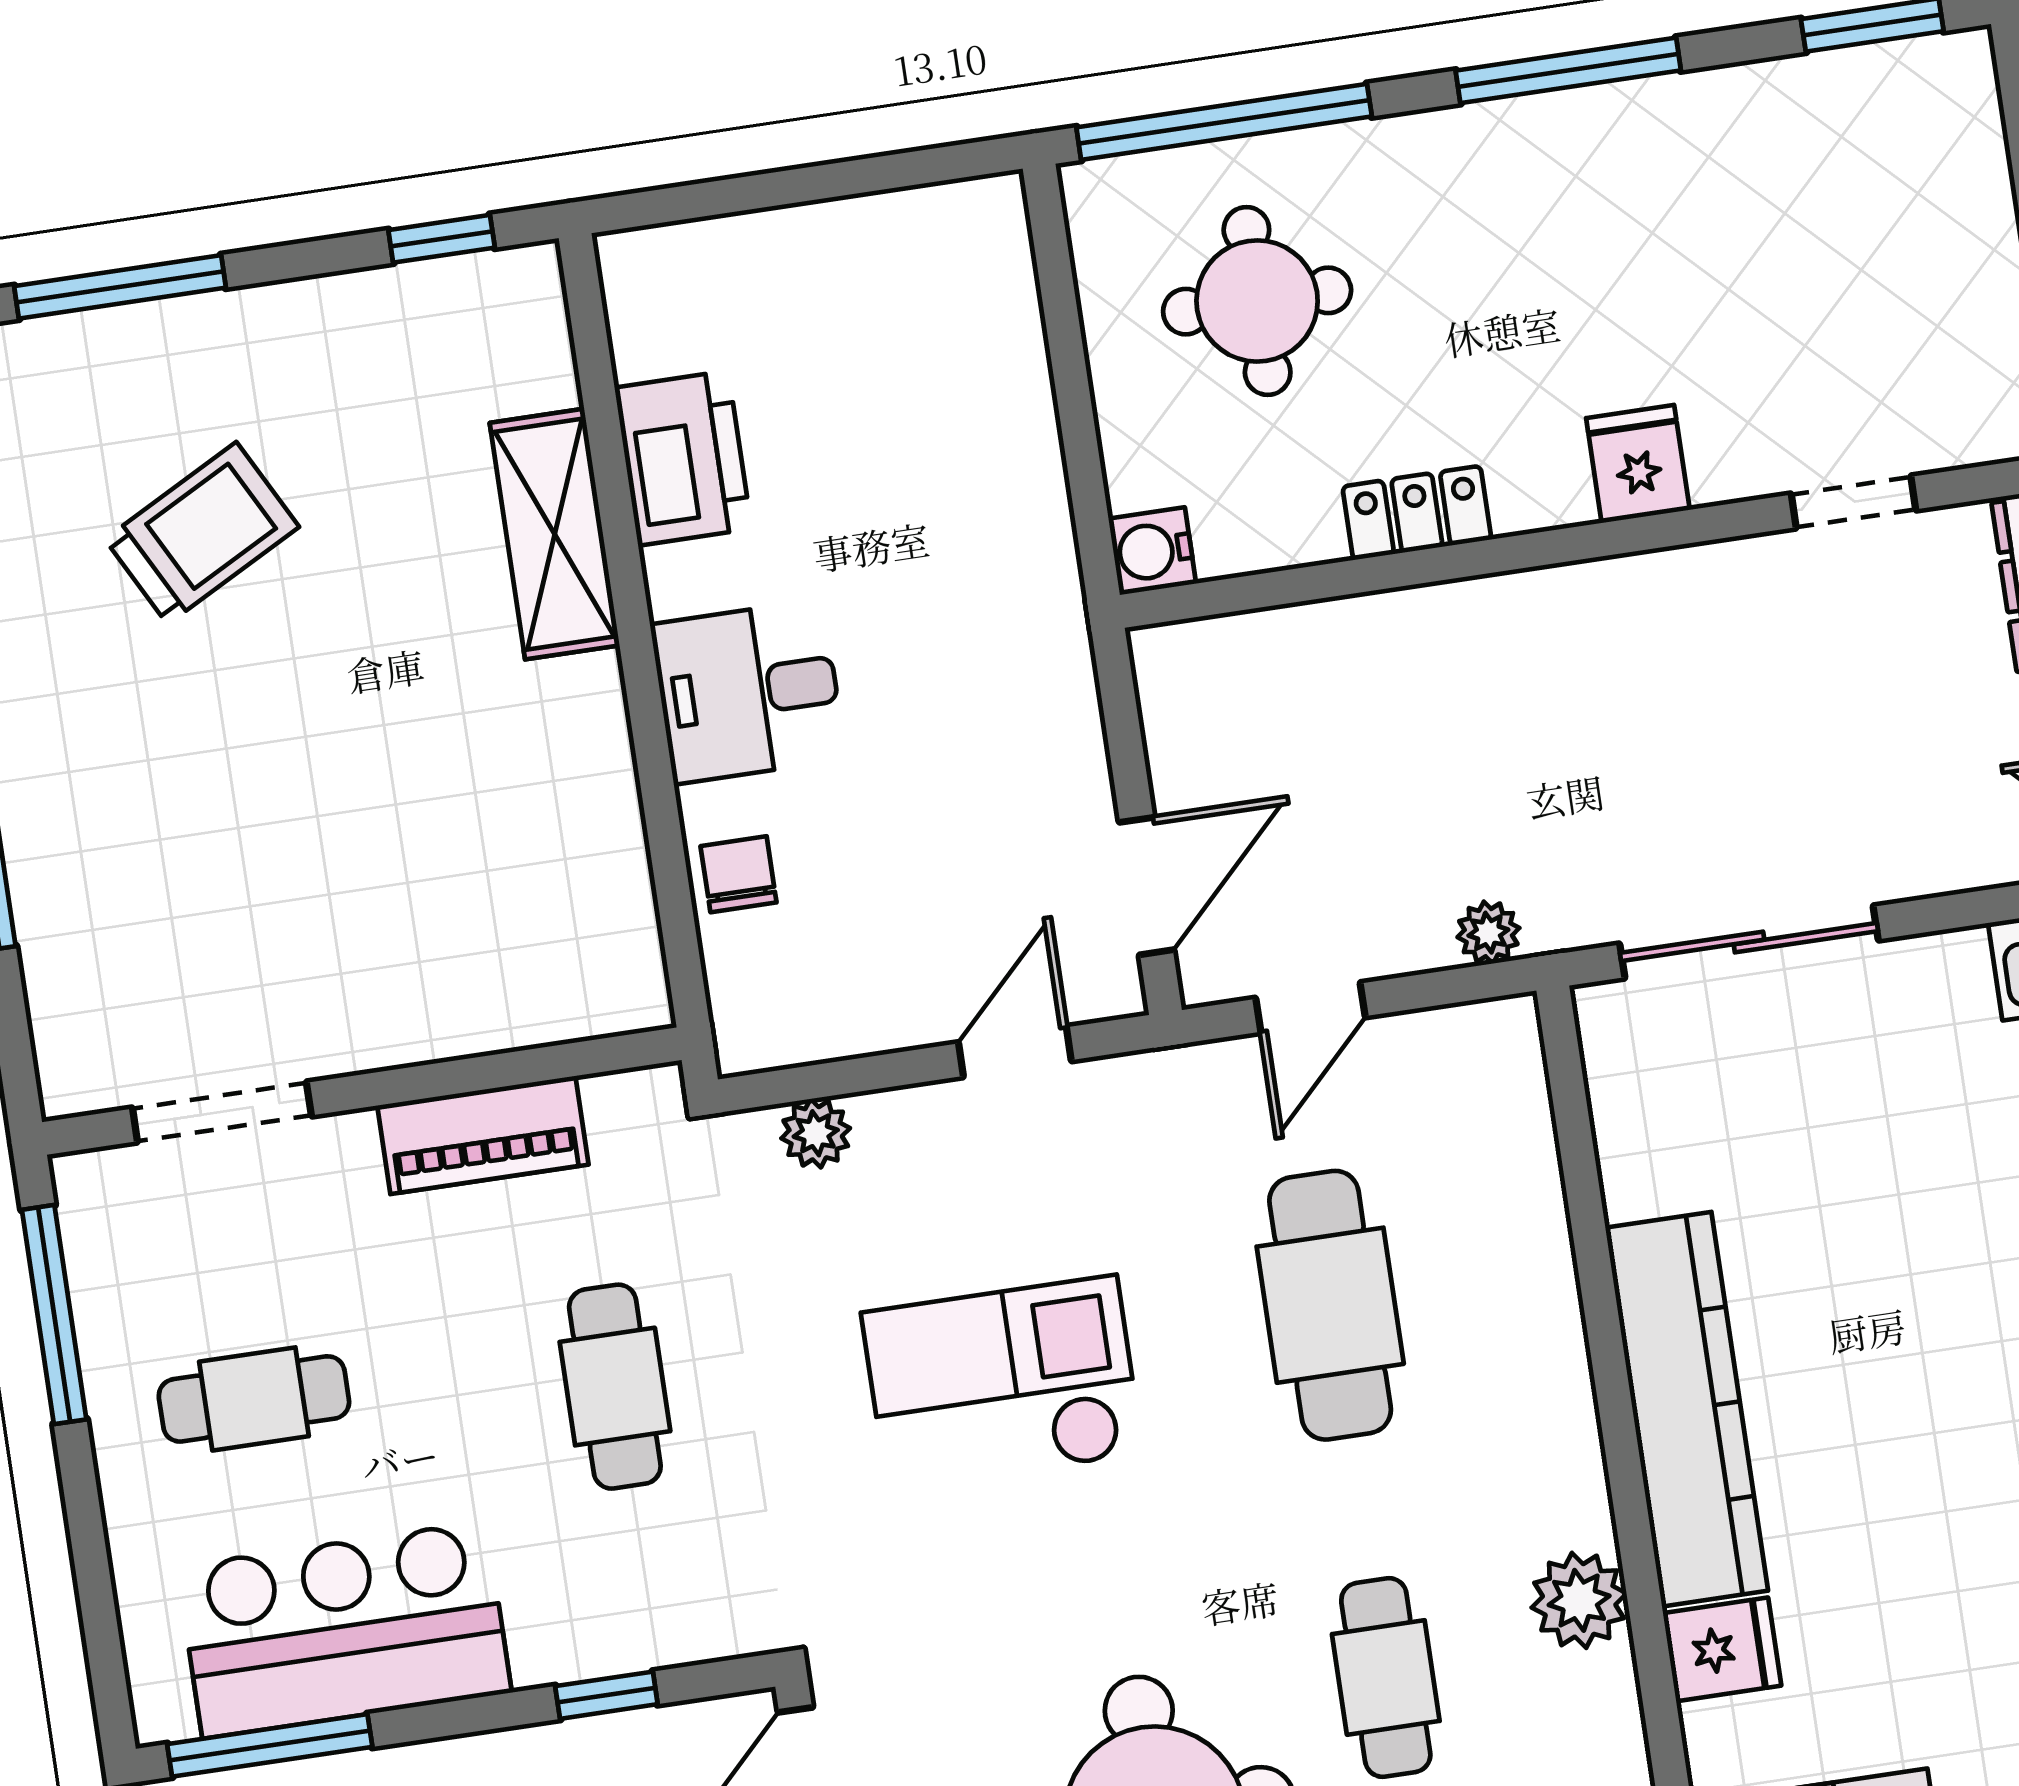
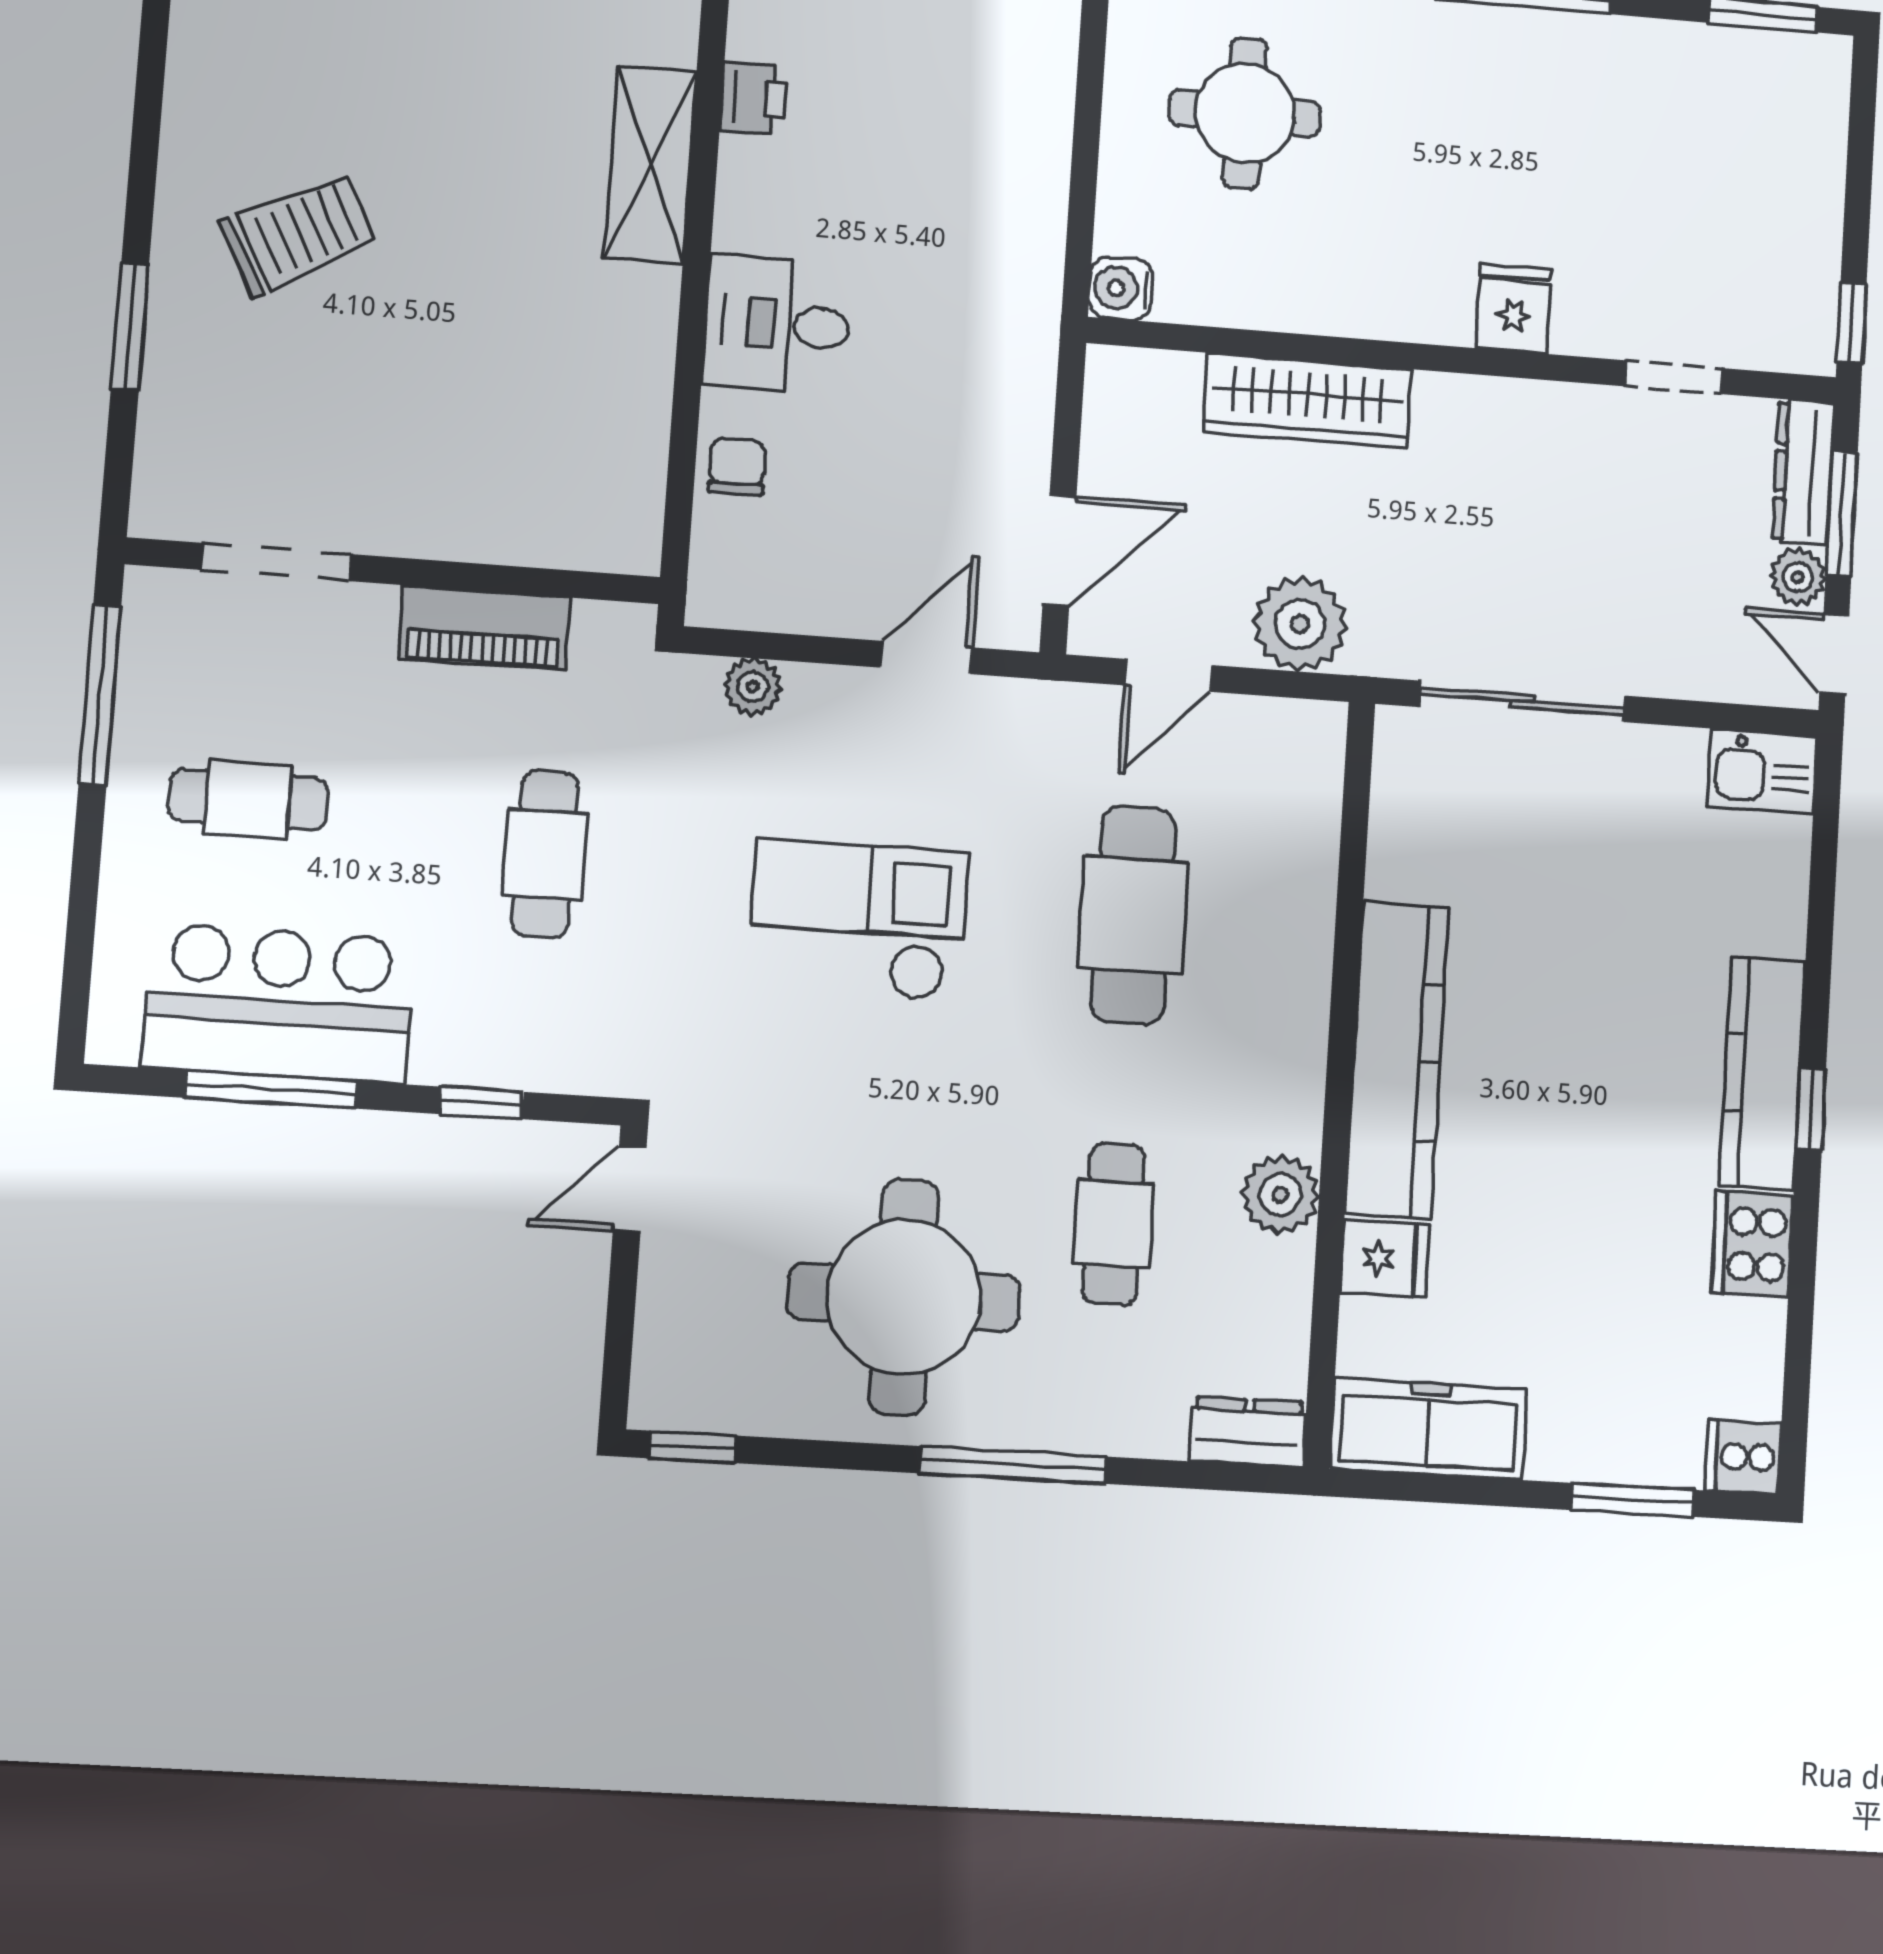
printer: (683, 458) -> (753, 98), width x0.53, depth x0.68
locker: (1417, 513) -> (1334, 307), removed
trolley: (202, 533) -> (298, 234), moved
wardrobe: (1408, 635) -> (1307, 401), added
plant: (1488, 933) -> (1300, 624), width x1.88, depth x1.88
window: (270, 1745) -> (271, 1090), moved

